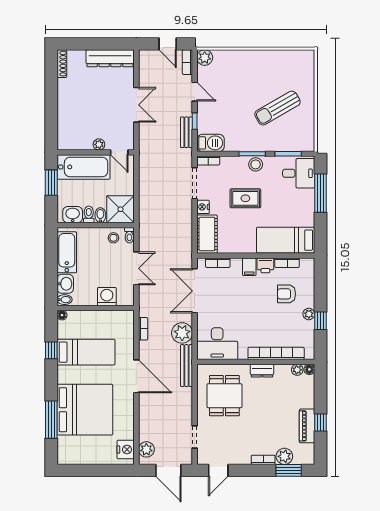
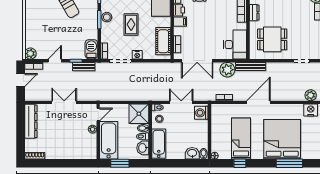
cot: (207, 234) -> (163, 41), moved, turned 90
bathtub: (67, 252) -> (159, 144), moved, turned 90
washing machine: (107, 297) -> (201, 113), moved

